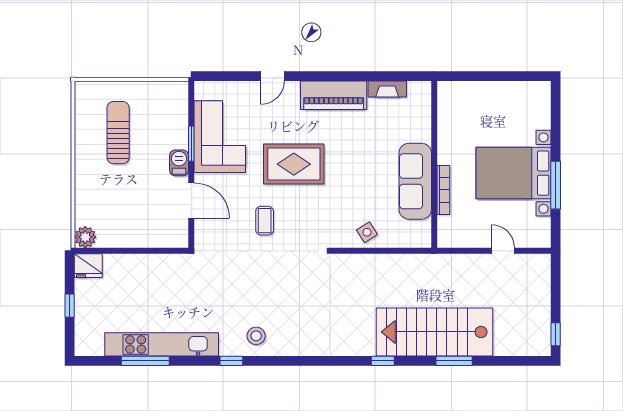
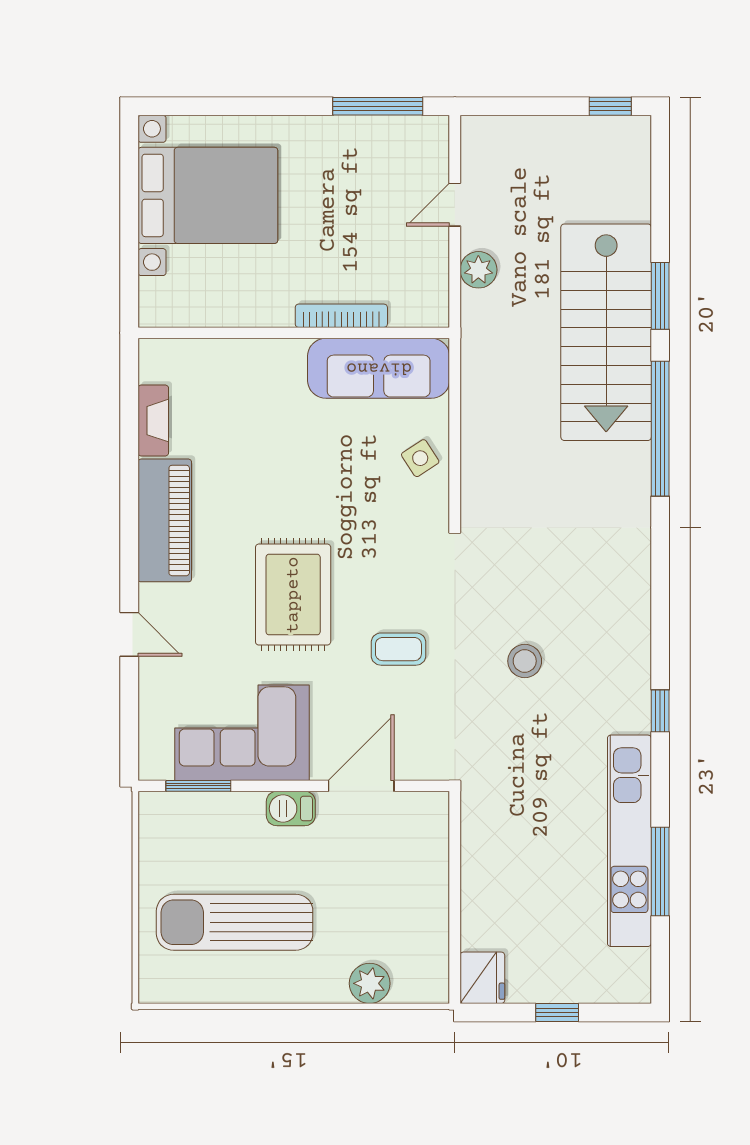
sun lounger: (118, 133) -> (235, 922), width x1.36, depth x1.34
window: (191, 144) -> (198, 786), moved
bed with nightstands: (514, 173) -> (208, 195), moved, turned -90
sofa: (415, 181) -> (379, 368), moved
window: (556, 185) -> (378, 106), moved
plant: (85, 237) -> (370, 983), moved
plant: (468, 264) -> (478, 270), added
stool: (256, 336) -> (525, 661), moved
window: (383, 361) -> (660, 429), width x3.17

